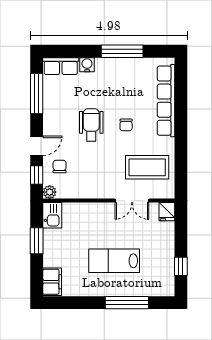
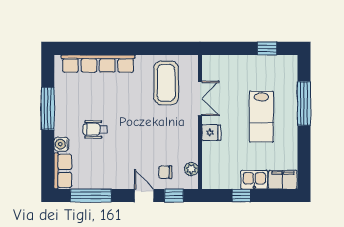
wheelchair: (91, 125) -> (95, 129), moved, width x0.73, depth x0.73
chair: (126, 125) -> (123, 104), removed
plant: (50, 192) -> (191, 169), moved
fridge: (167, 212) -> (211, 133), moved
kitchen sink: (52, 215) -> (254, 180), moved
window: (37, 241) -> (241, 196), width x0.67

